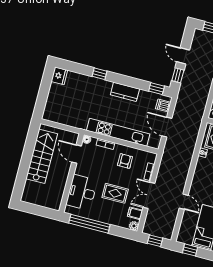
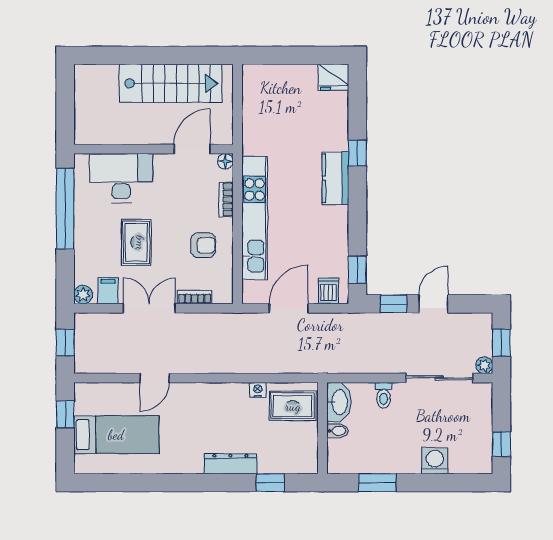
kitchen counter: (125, 92) -> (335, 178), moved

